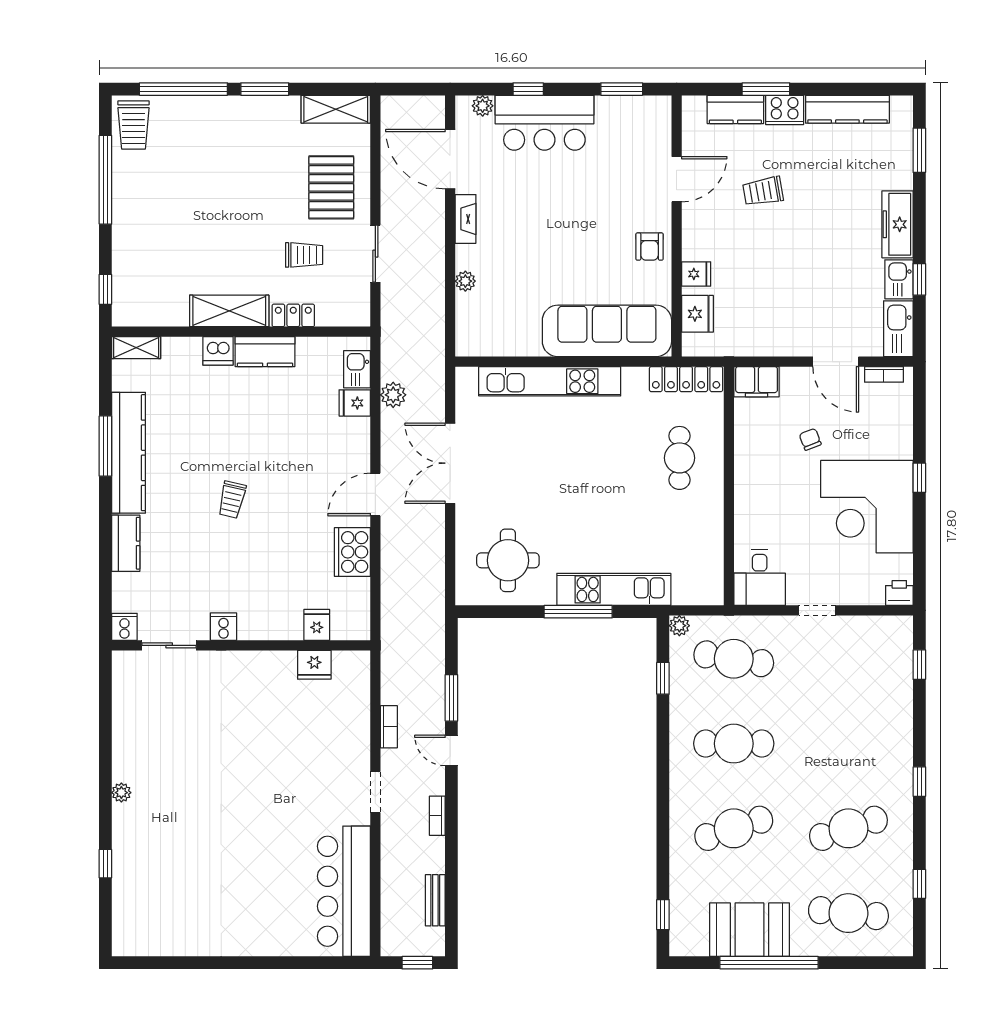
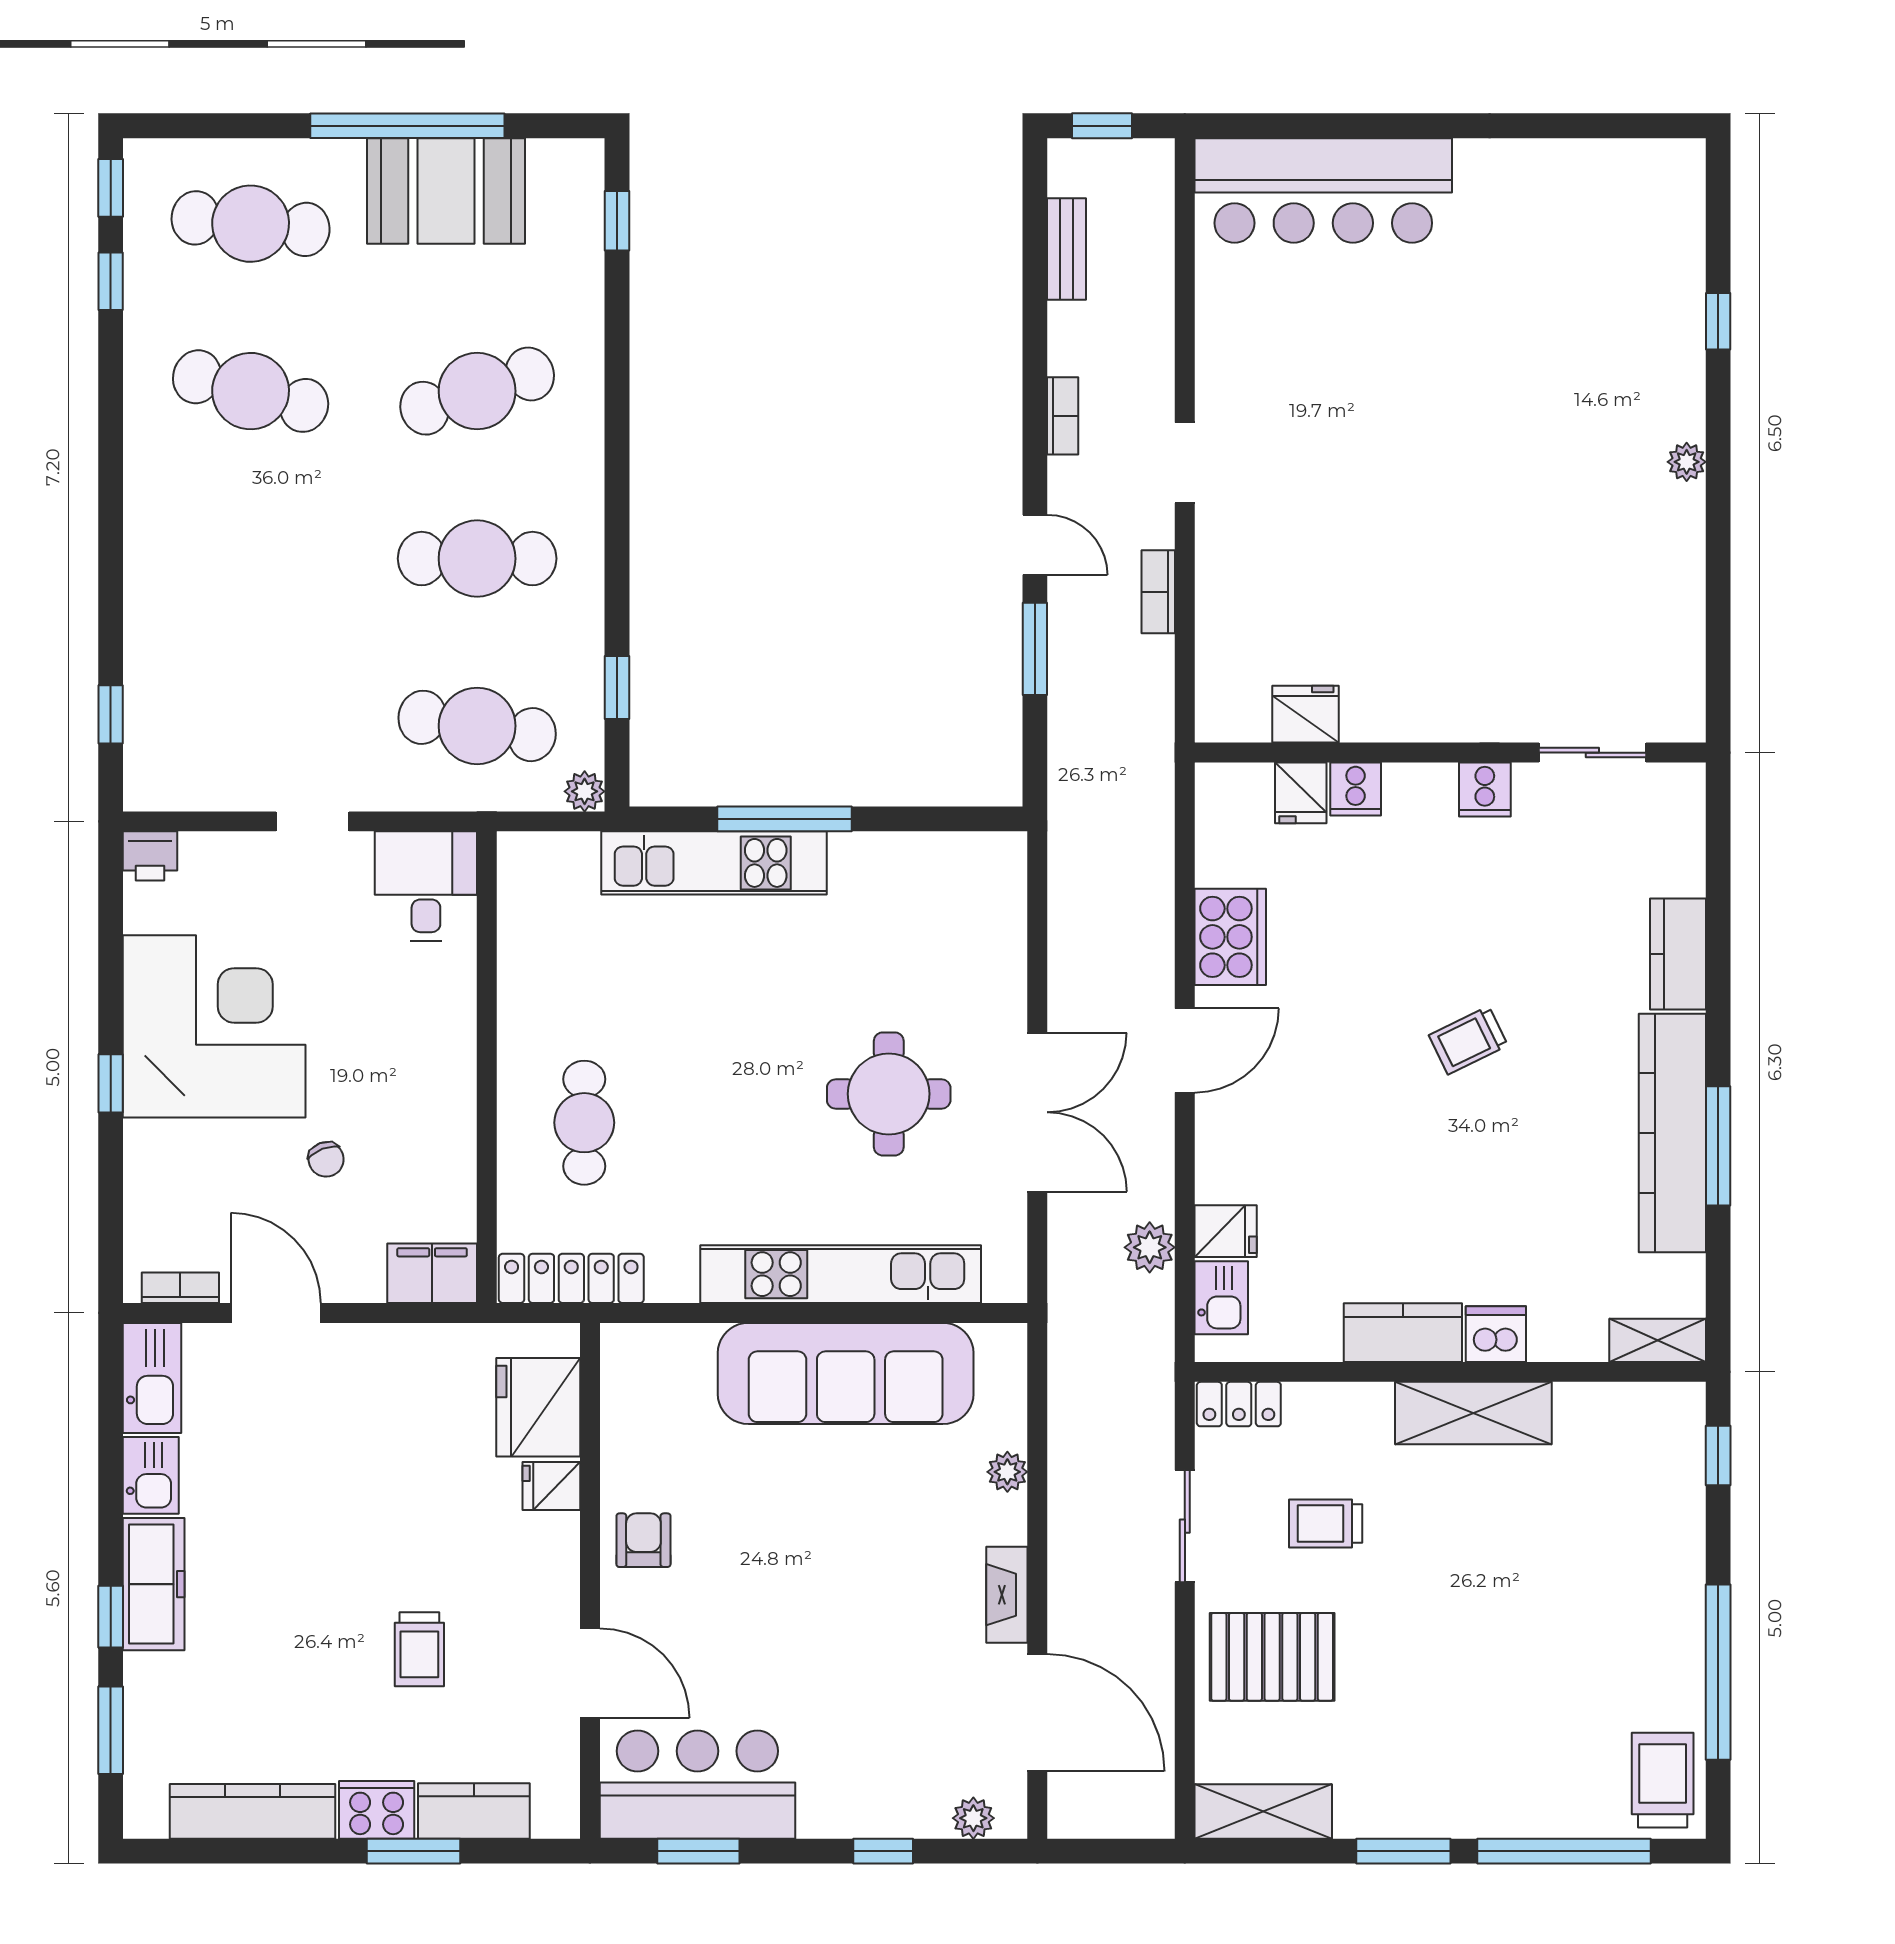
bar counter: (544, 123) -> (697, 1785), moved
door: (677, 179) -> (590, 1673), swing flipped
pallet: (331, 187) -> (1272, 1657), turned 90
trolley: (763, 191) -> (419, 1649), turned 100
window: (919, 279) -> (111, 1617), moved
fridge: (697, 314) -> (538, 1407), width x1.36, depth x1.34
locker: (293, 315) -> (1239, 1404), moved
sofa: (607, 331) -> (846, 1373), moved
trolley: (232, 500) -> (1468, 1040), turned -129
round table: (508, 560) -> (889, 1094), moved
cooker: (124, 627) -> (1356, 789), moved
window: (919, 782) -> (111, 188), moved
cafe table: (848, 828) -> (251, 391), turned 33
bar counter: (344, 891) -> (1323, 191), moved, turned 90

